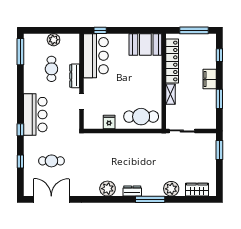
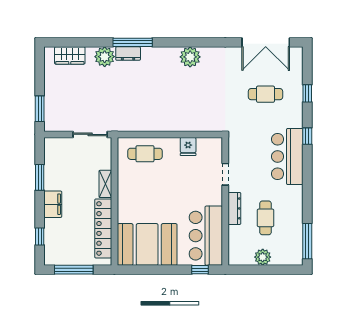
booth: (145, 45) -> (147, 244), width x1.36, depth x1.42
cafe table: (141, 117) -> (145, 154), width x0.73, depth x0.74
dresser: (132, 191) -> (128, 54), moved

